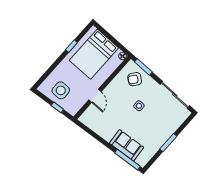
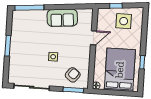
door: (95, 96) -> (94, 38), swing flipped
sofa: (127, 145) -> (62, 18), moved

